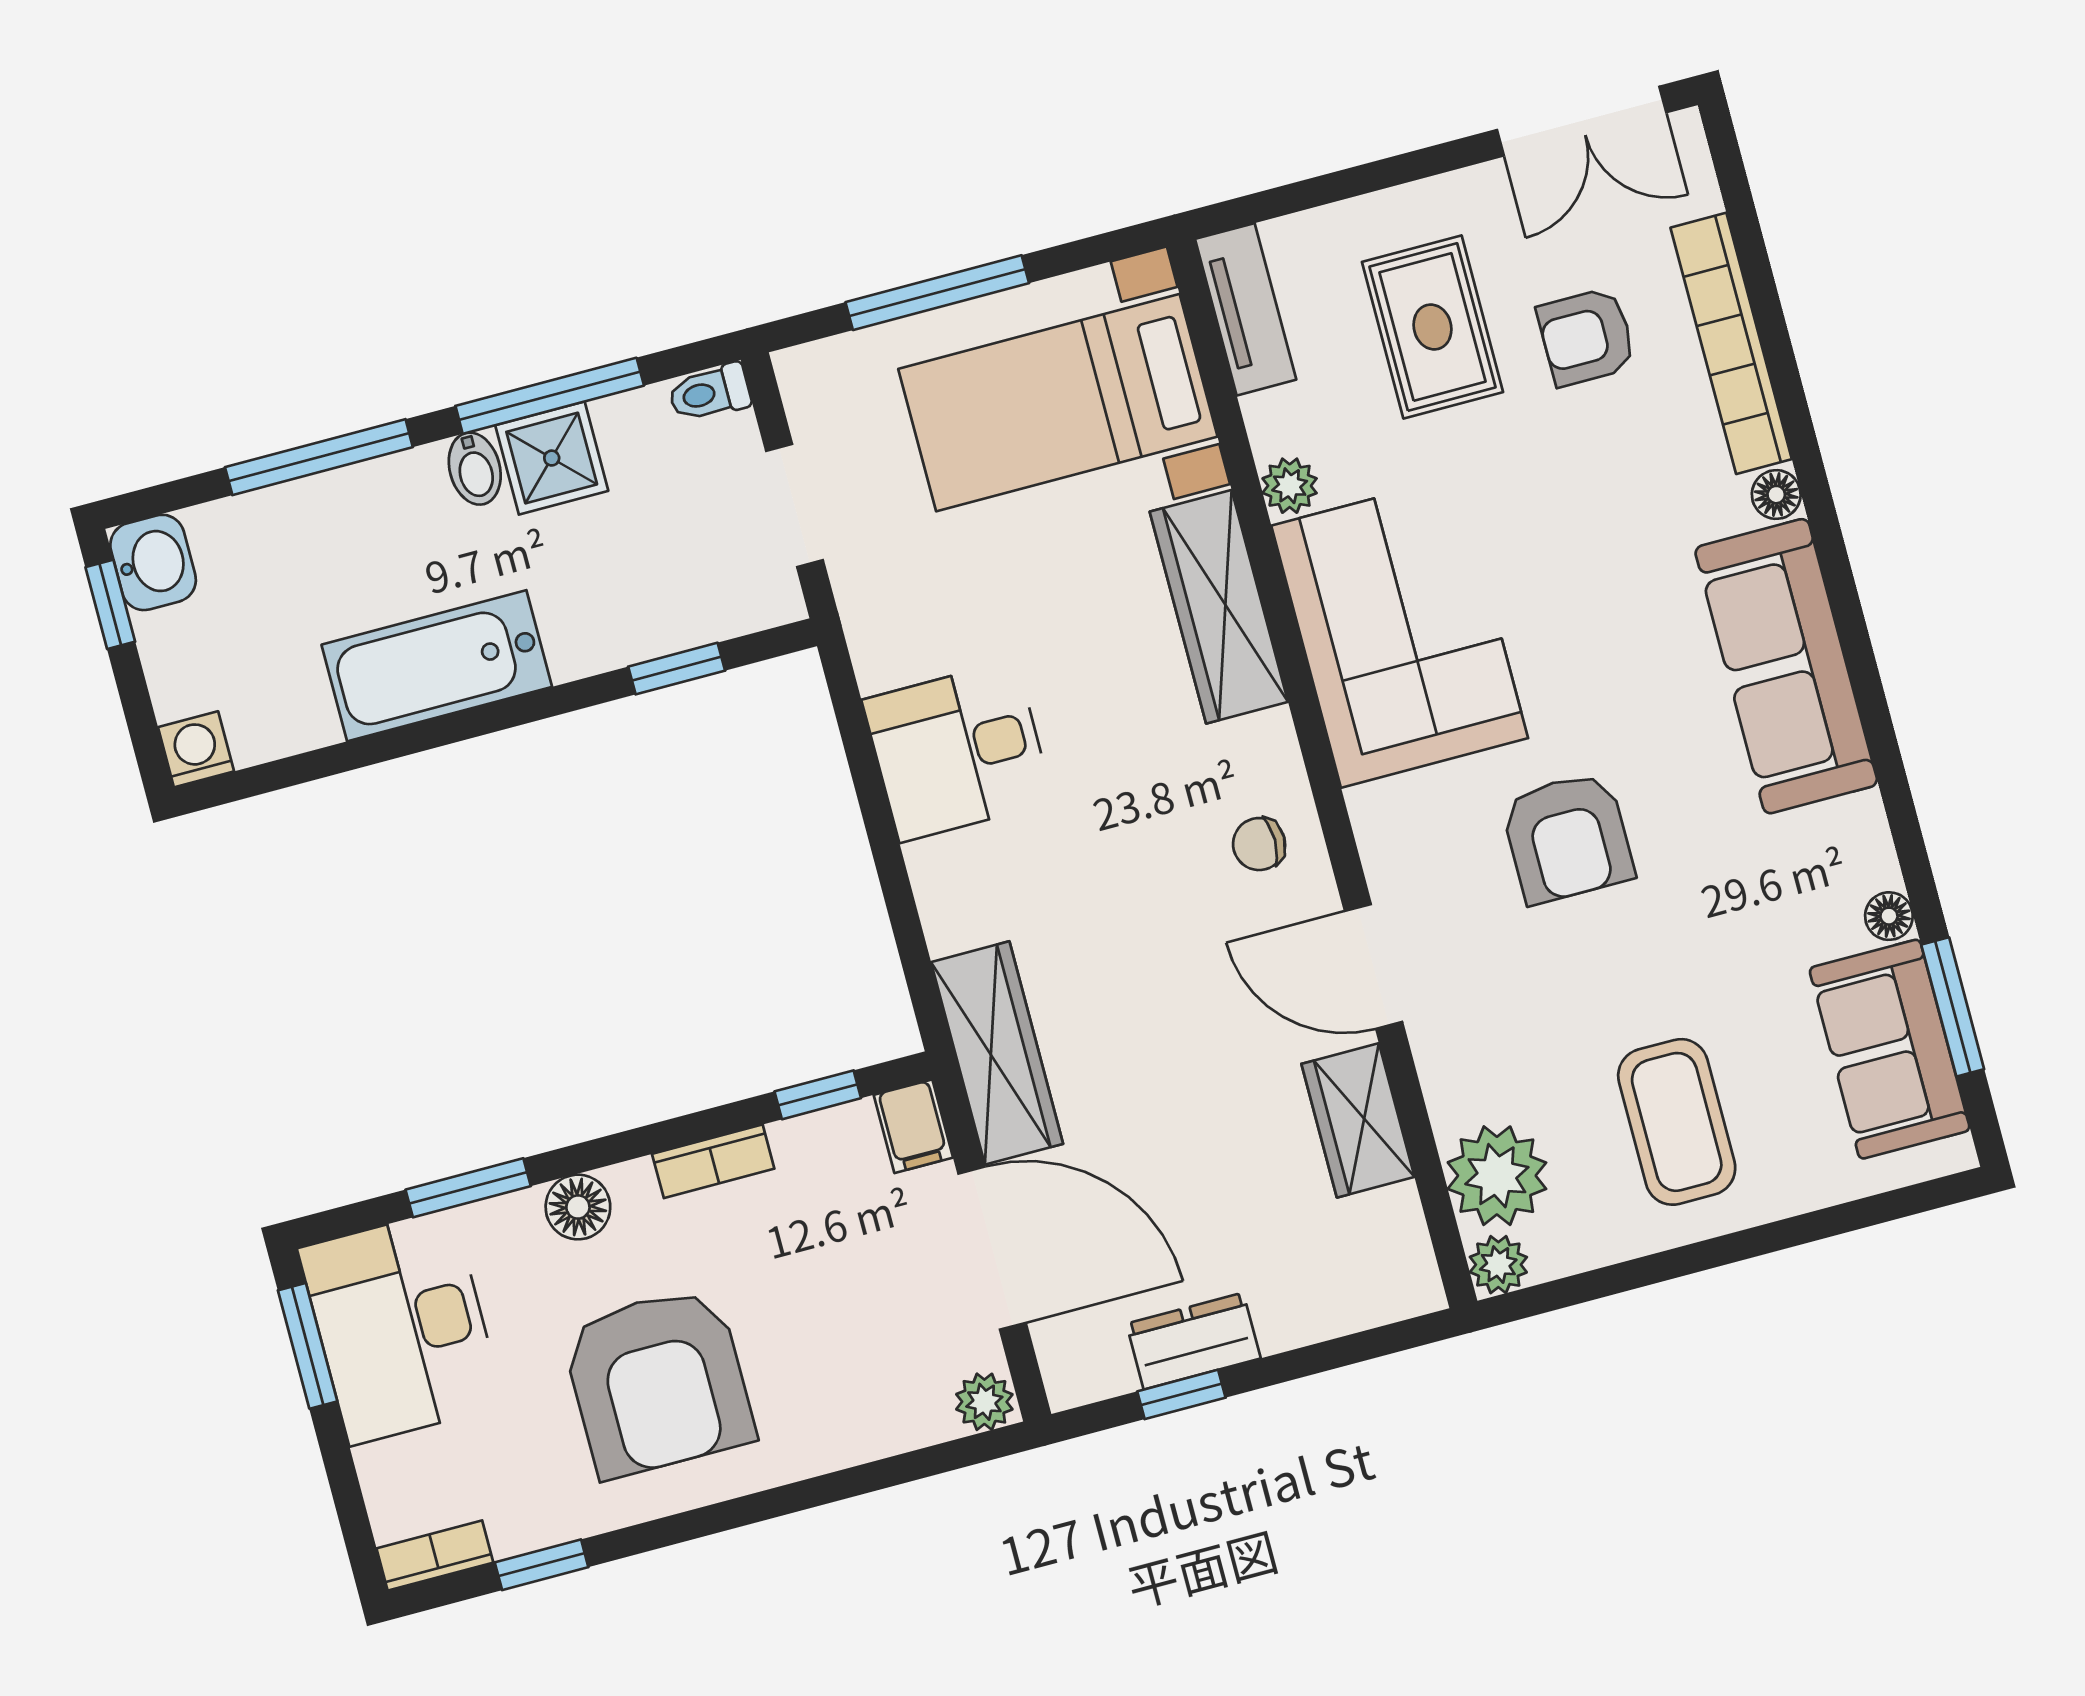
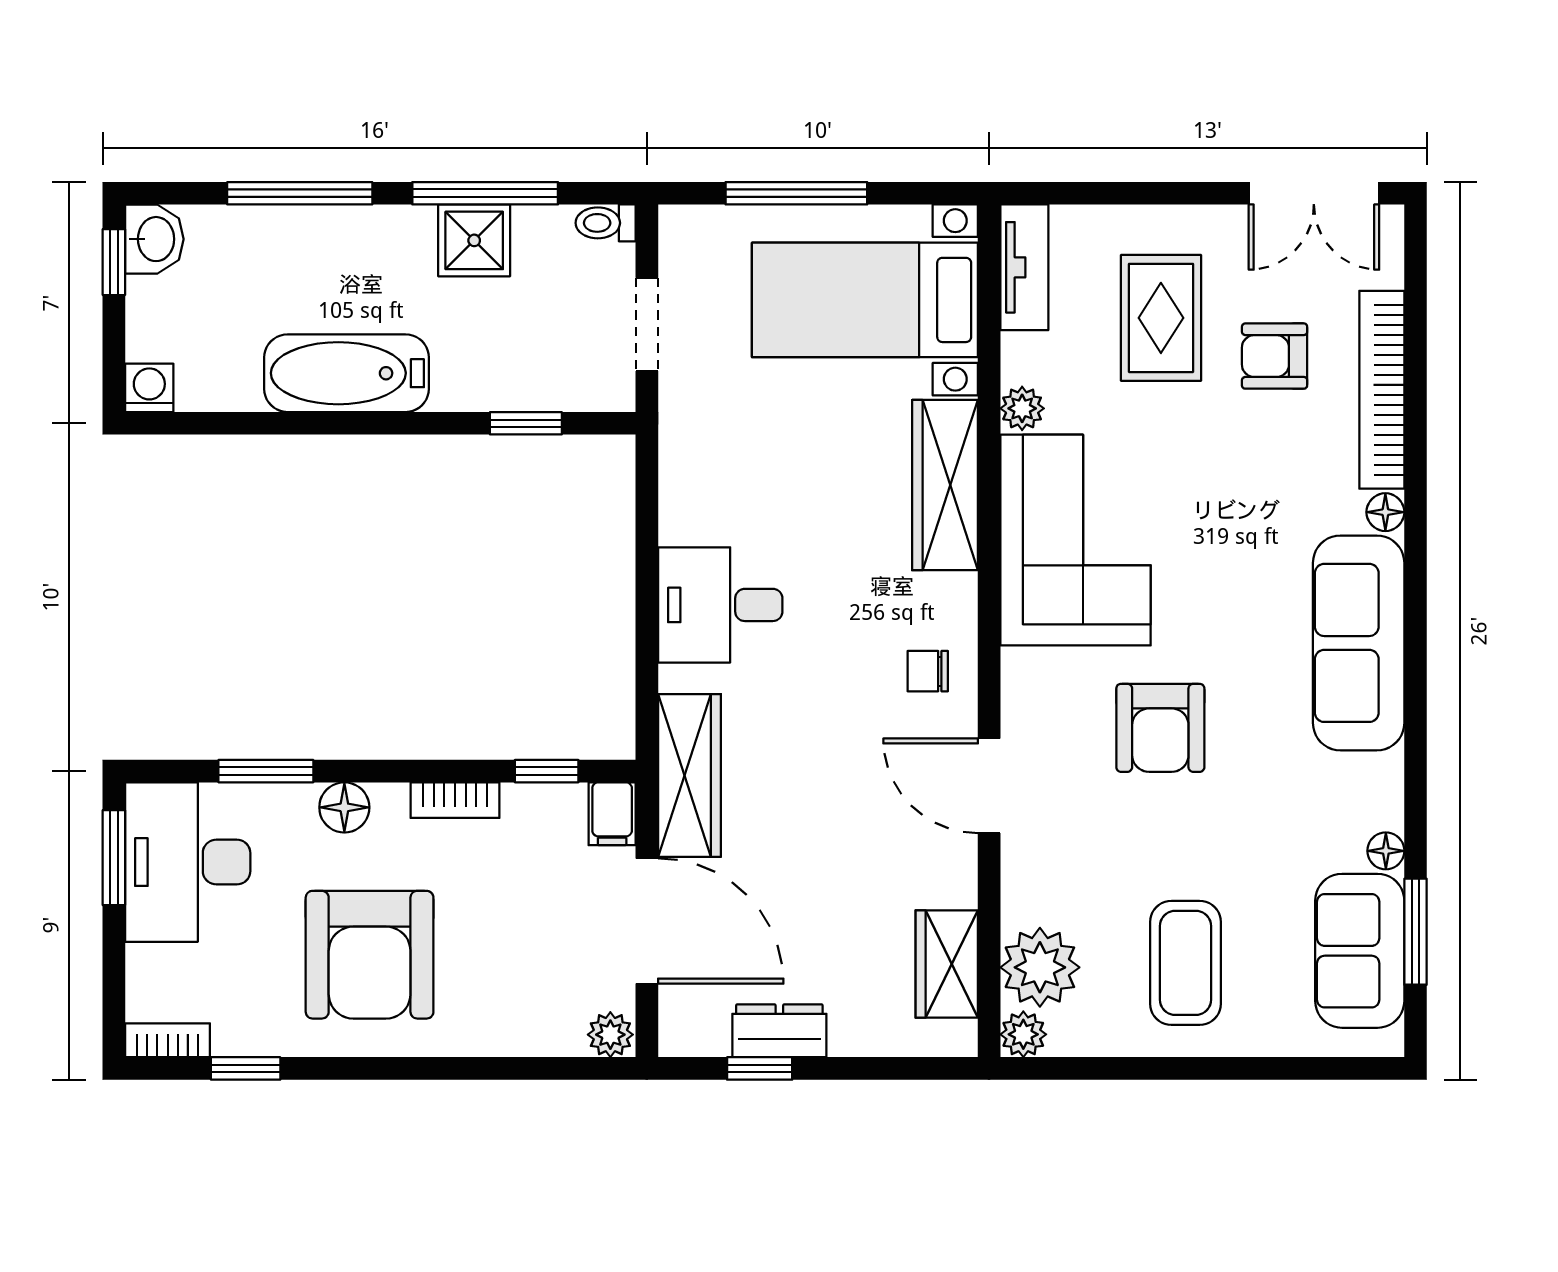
bidet: (475, 469) -> (414, 233), removed
desk: (958, 751) -> (720, 605), moved
wardrobe: (1358, 1120) -> (947, 964), moved

